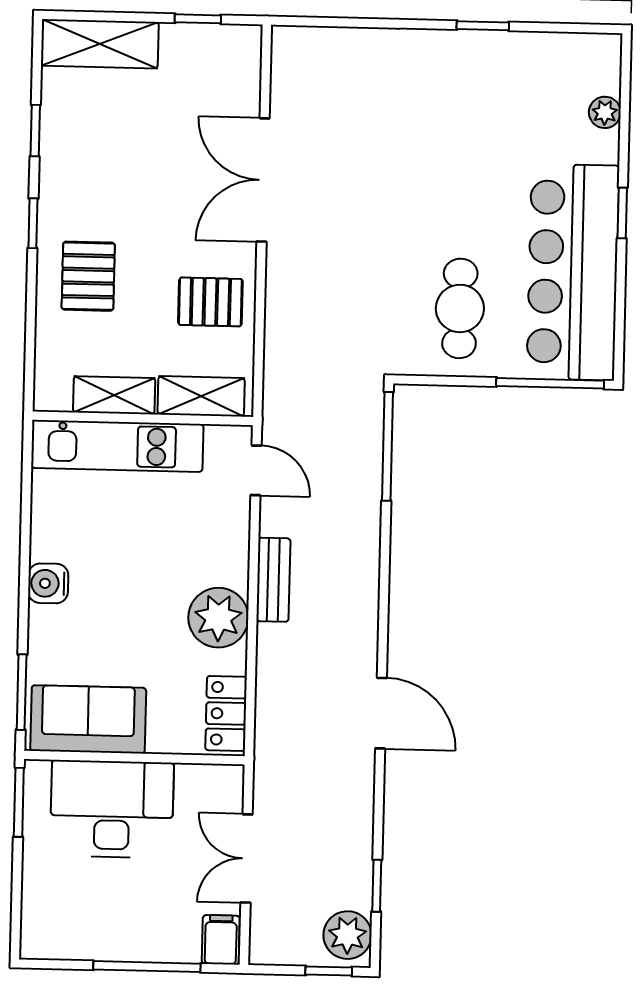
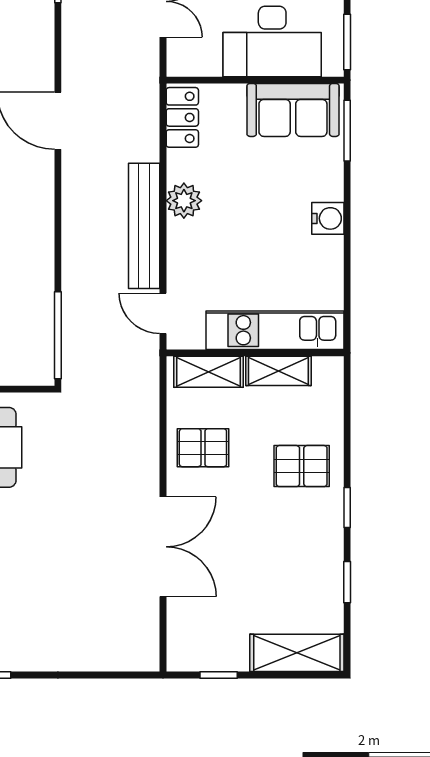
pallet: (88, 276) -> (302, 466), turned 90
bench: (273, 580) -> (144, 226), width x1.86, depth x1.21
plant: (218, 618) -> (184, 201), width x0.73, depth x0.73

